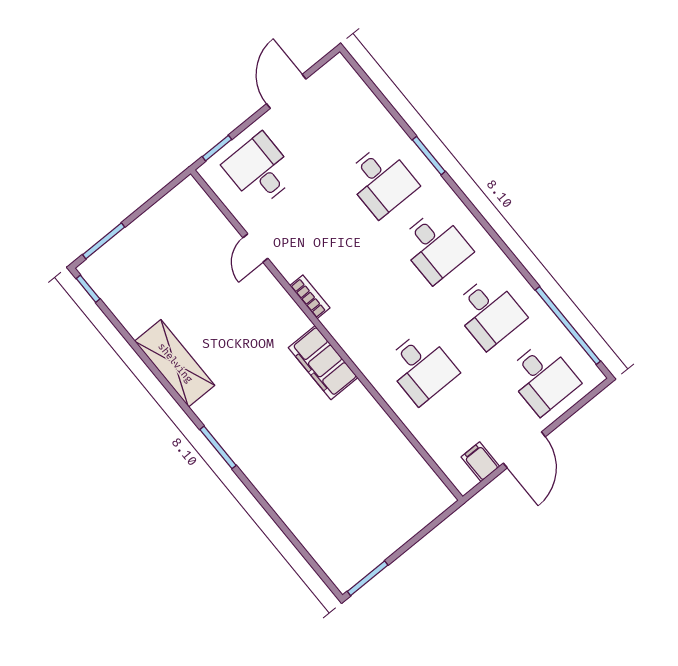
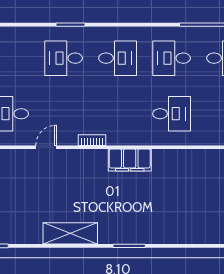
desk: (381, 181) -> (64, 58), turned 180
door: (255, 248) -> (46, 147), swing flipped
desk: (489, 312) -> (172, 58), turned 180

